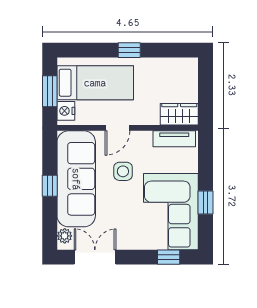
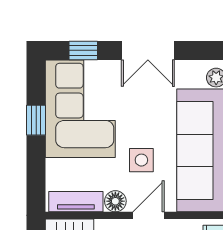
floor lamp: (143, 139) -> (115, 201), added
double door: (95, 257) -> (148, 50), moved

